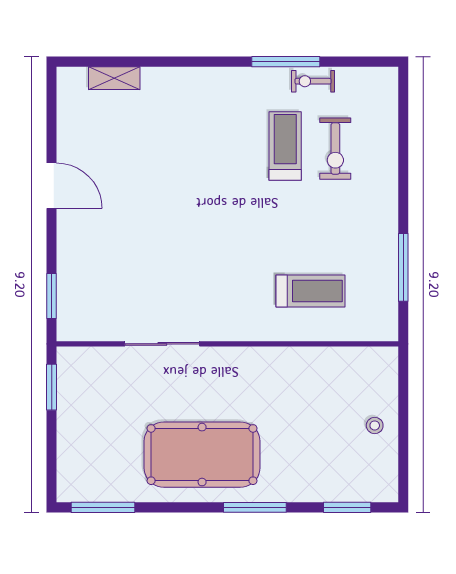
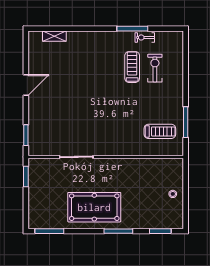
exercise bike: (335, 149) -> (155, 68), turned 180
door: (52, 186) -> (26, 85), hinge flipped
treadmill: (310, 291) -> (160, 131), moved

